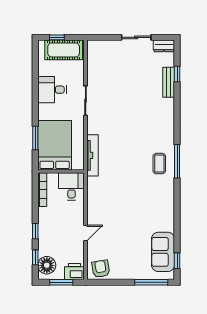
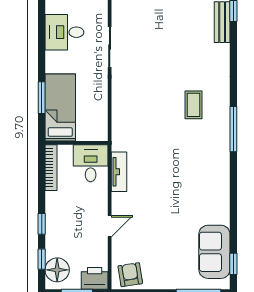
bed: (55, 145) -> (60, 108), width x0.67
tv unit: (92, 155) -> (119, 172), moved, width x0.71
coffee table: (159, 164) -> (194, 105), moved

